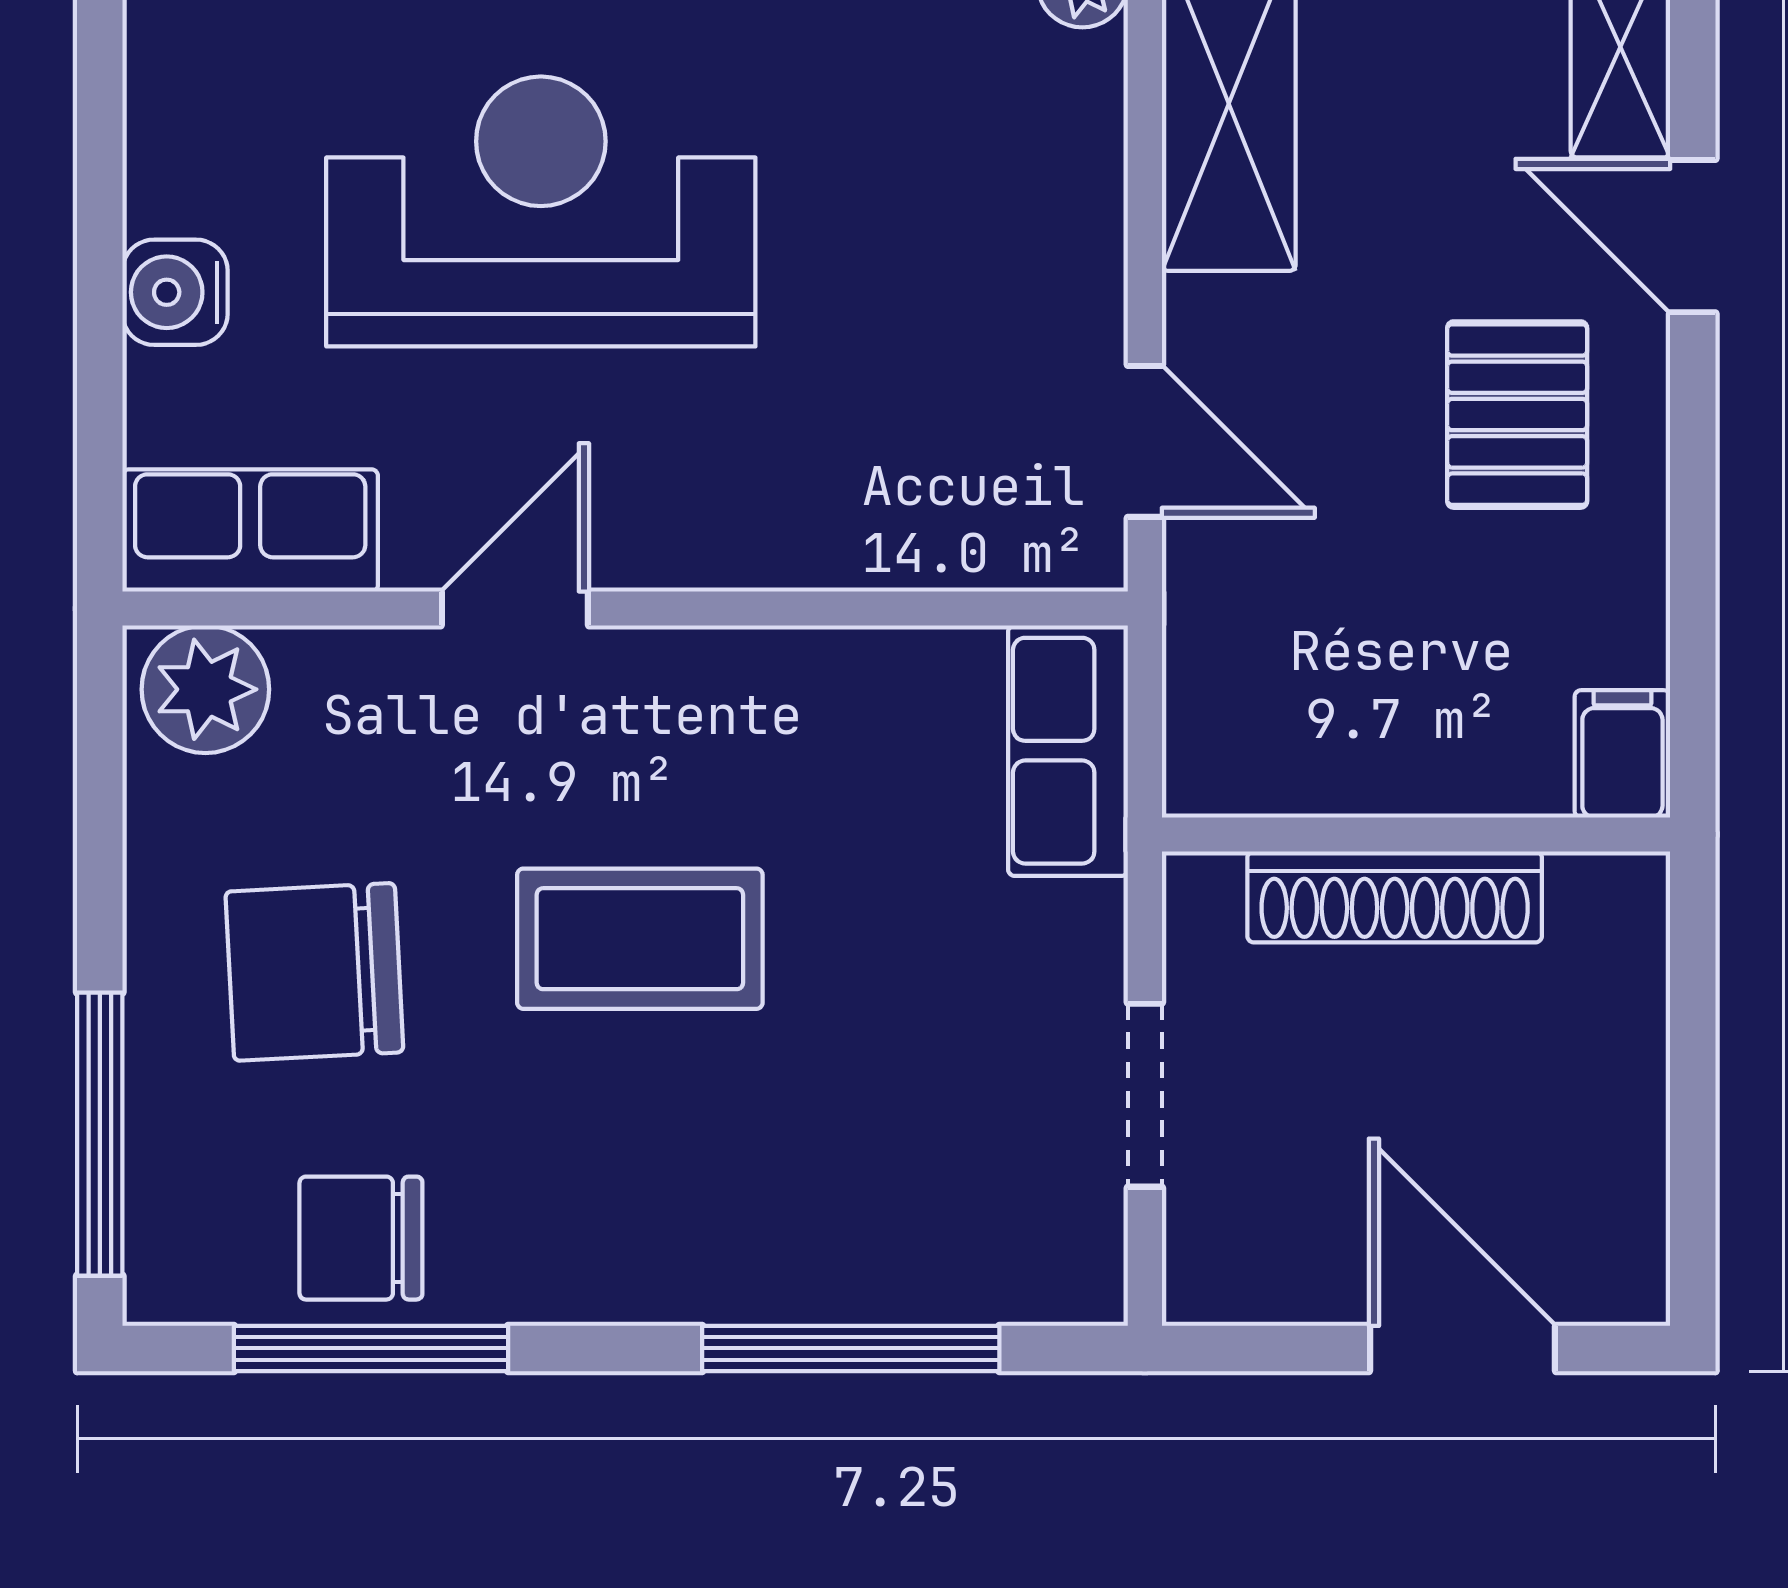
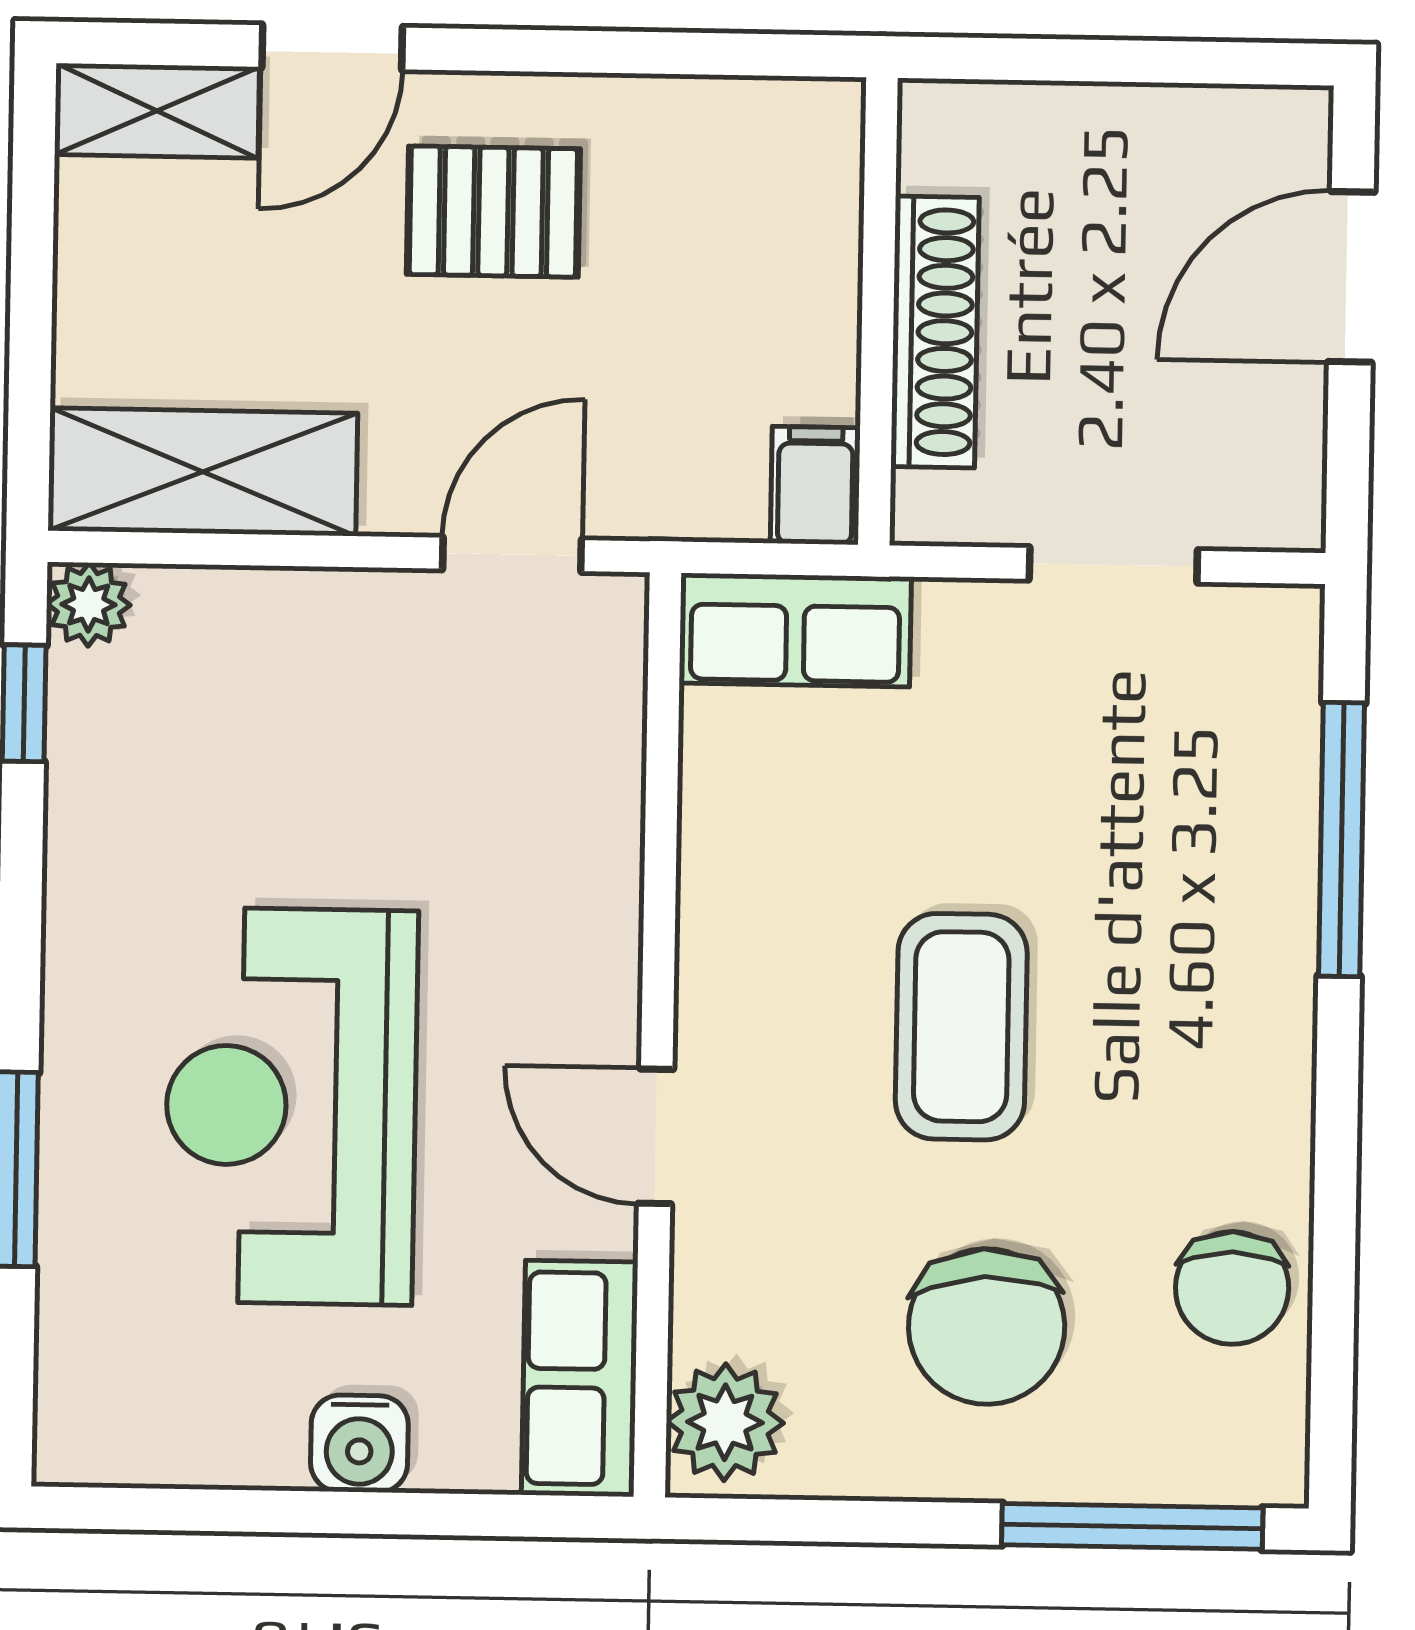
filing cabinet: (1622, 754) -> (815, 486), moved, turned 90
window: (371, 1348) -> (1334, 1280), removed

